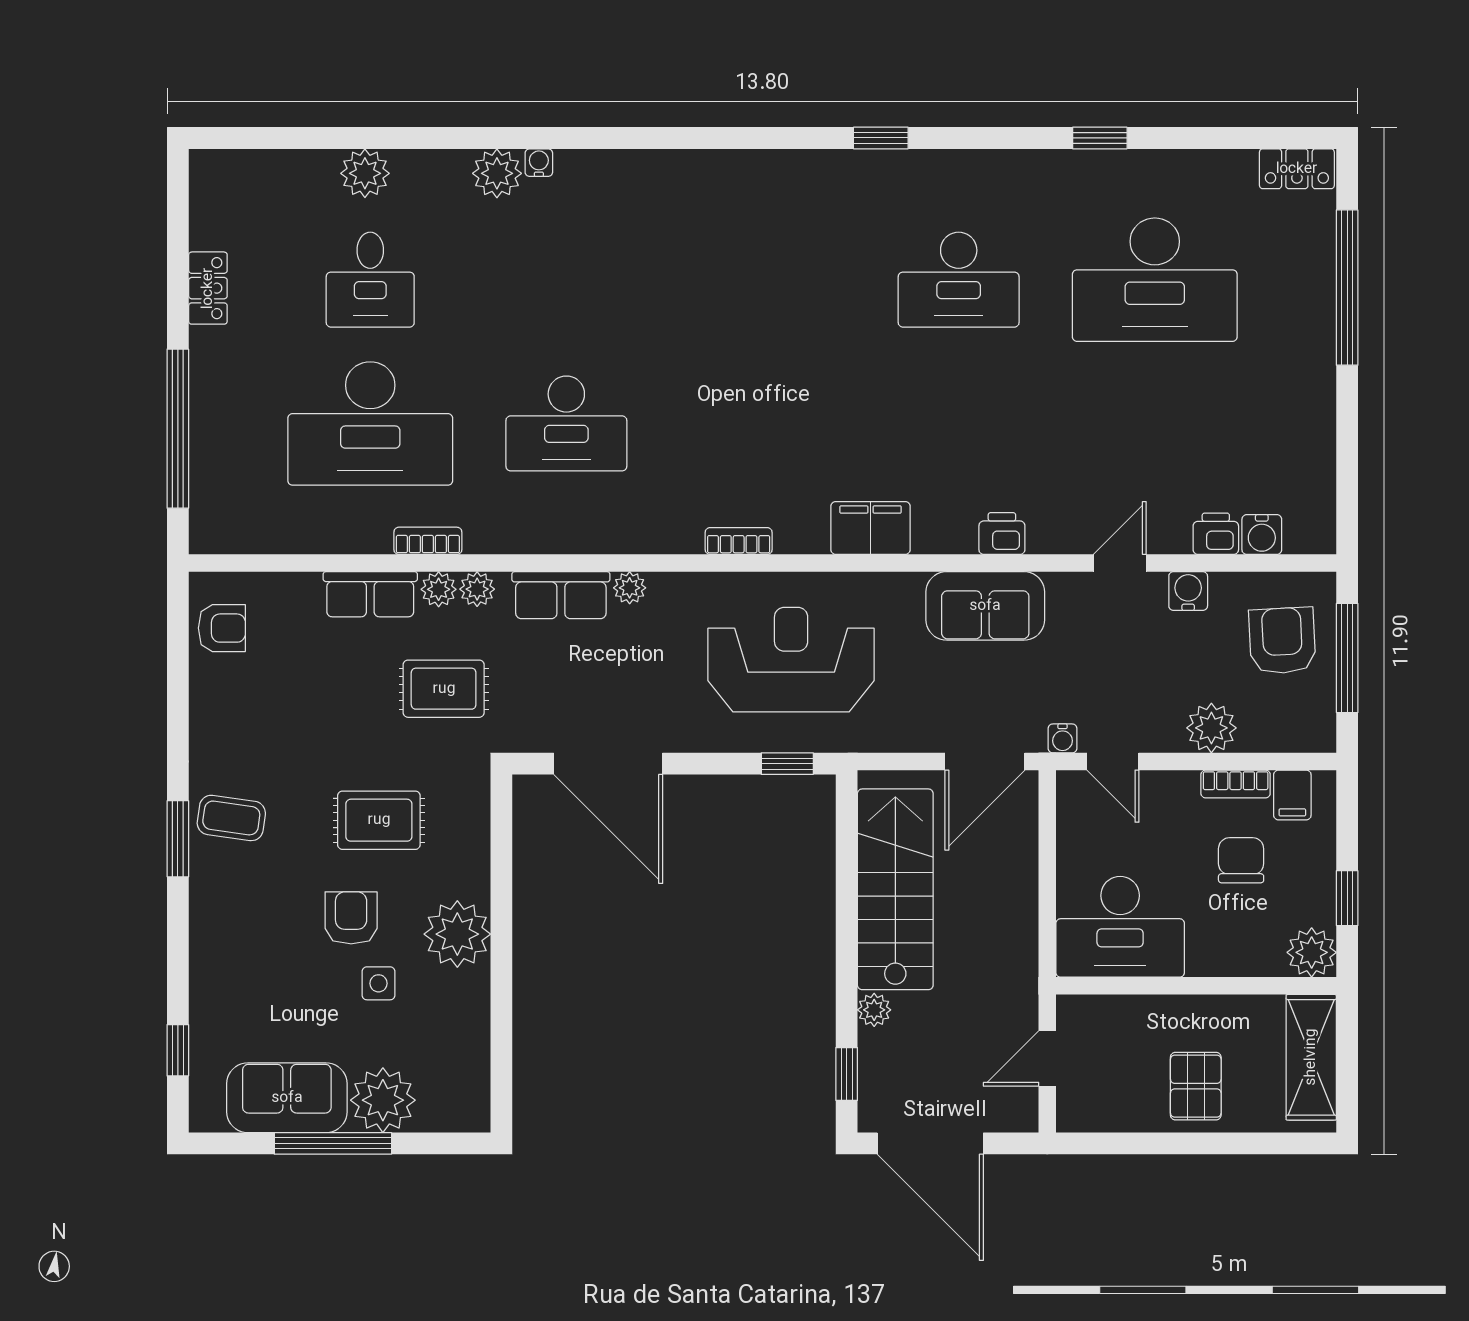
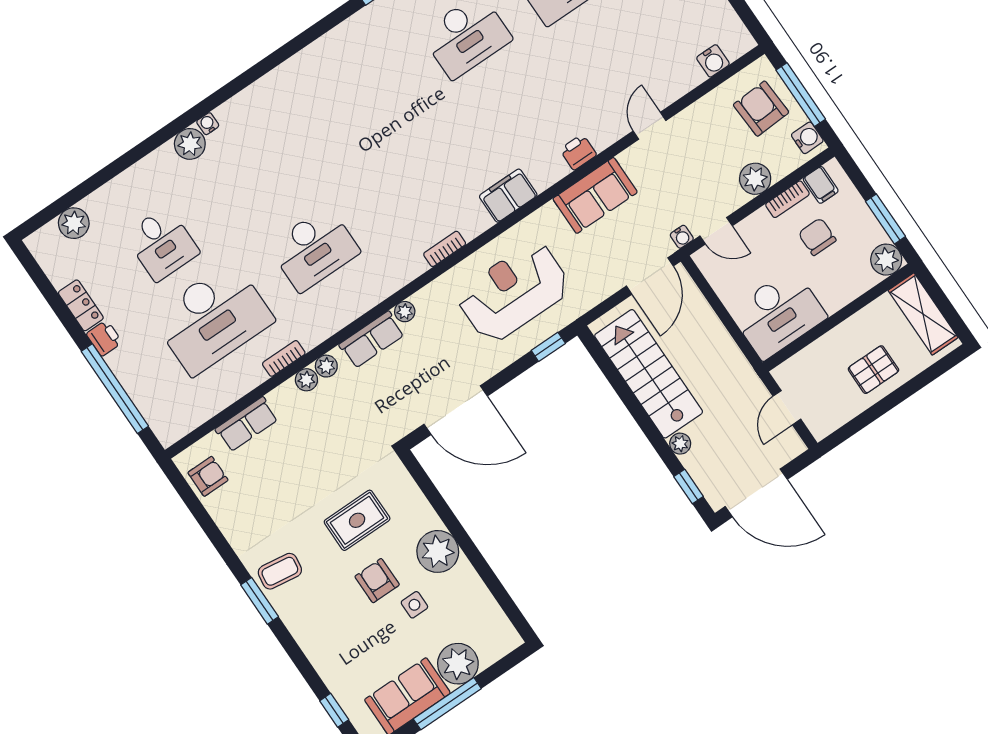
plant: (365, 173) -> (74, 223), moved
printer: (1216, 534) -> (104, 338), moved, turned 90
water cooler: (1188, 591) -> (807, 138), moved, turned 90
row of seats: (370, 594) -> (247, 424), moved
rug: (444, 689) -> (344, 429), removed
window: (1347, 898) -> (885, 219), width x1.50
pallet: (1196, 1086) -> (873, 370), turned 90

